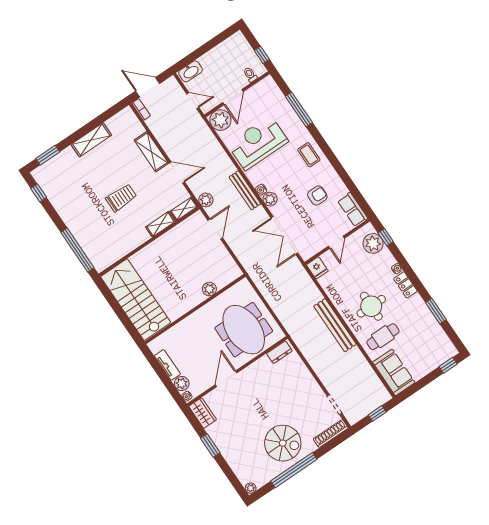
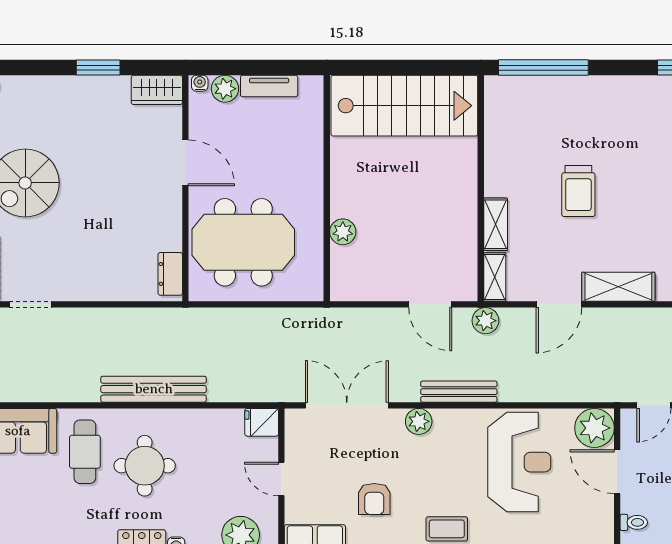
water cooler: (261, 190) -> (443, 417), removed

